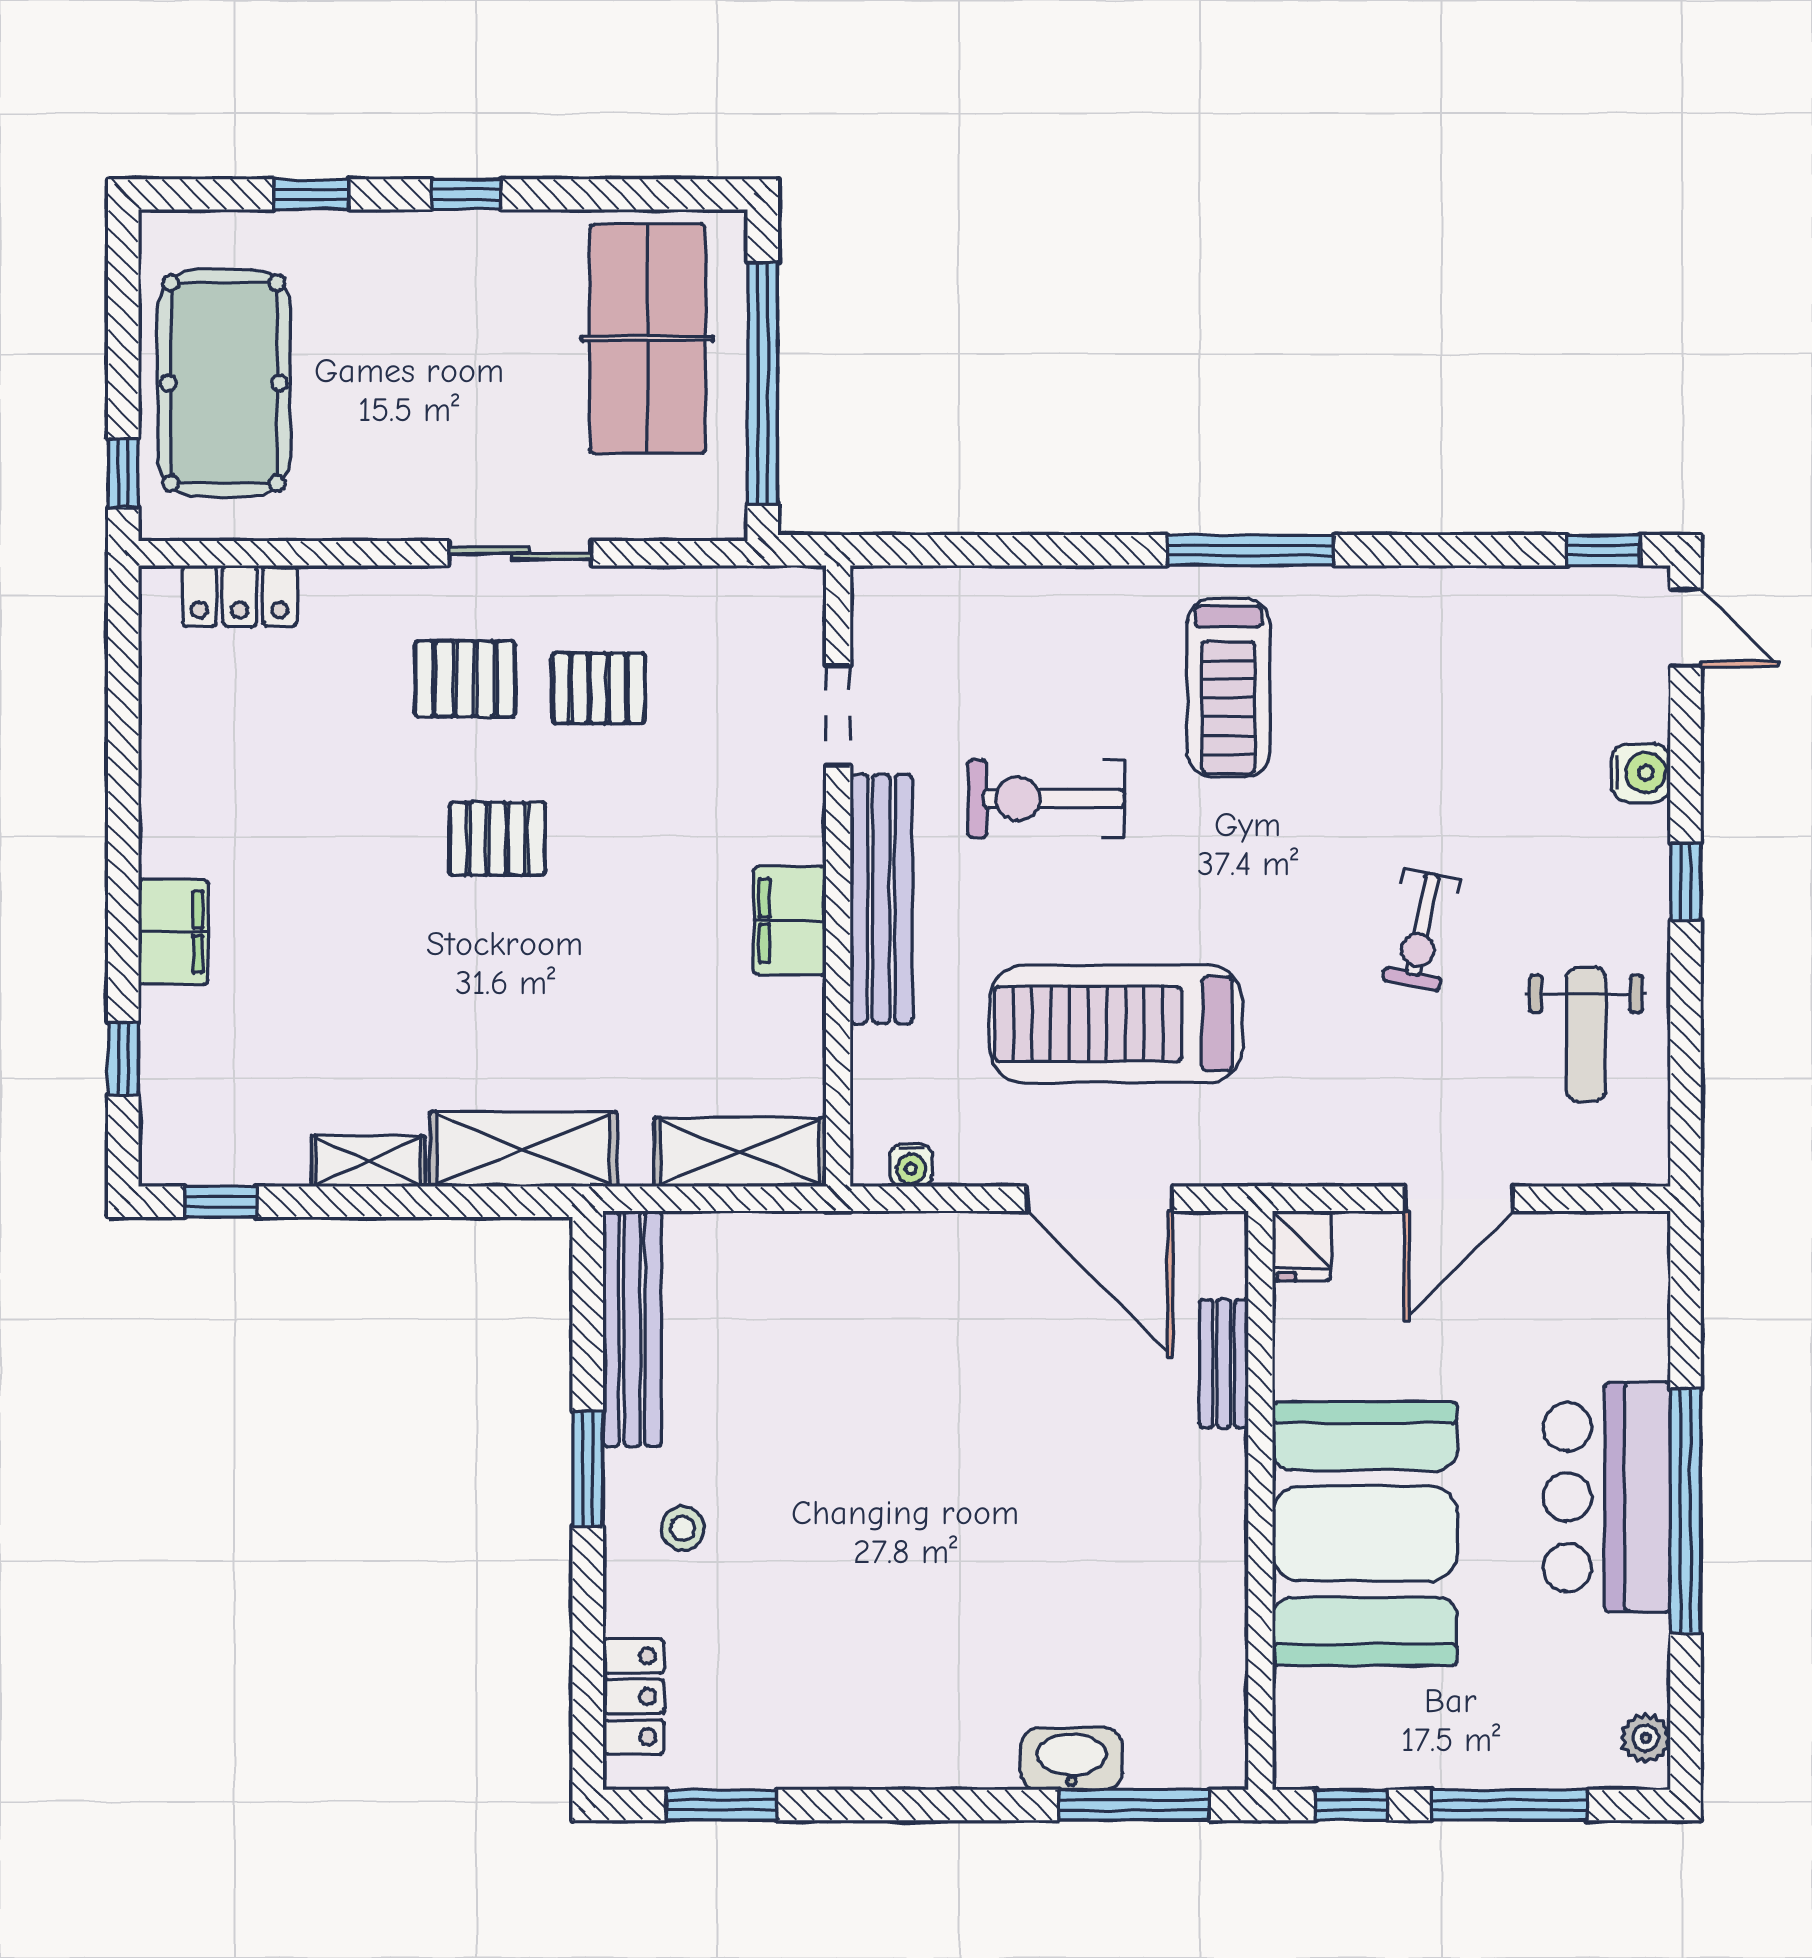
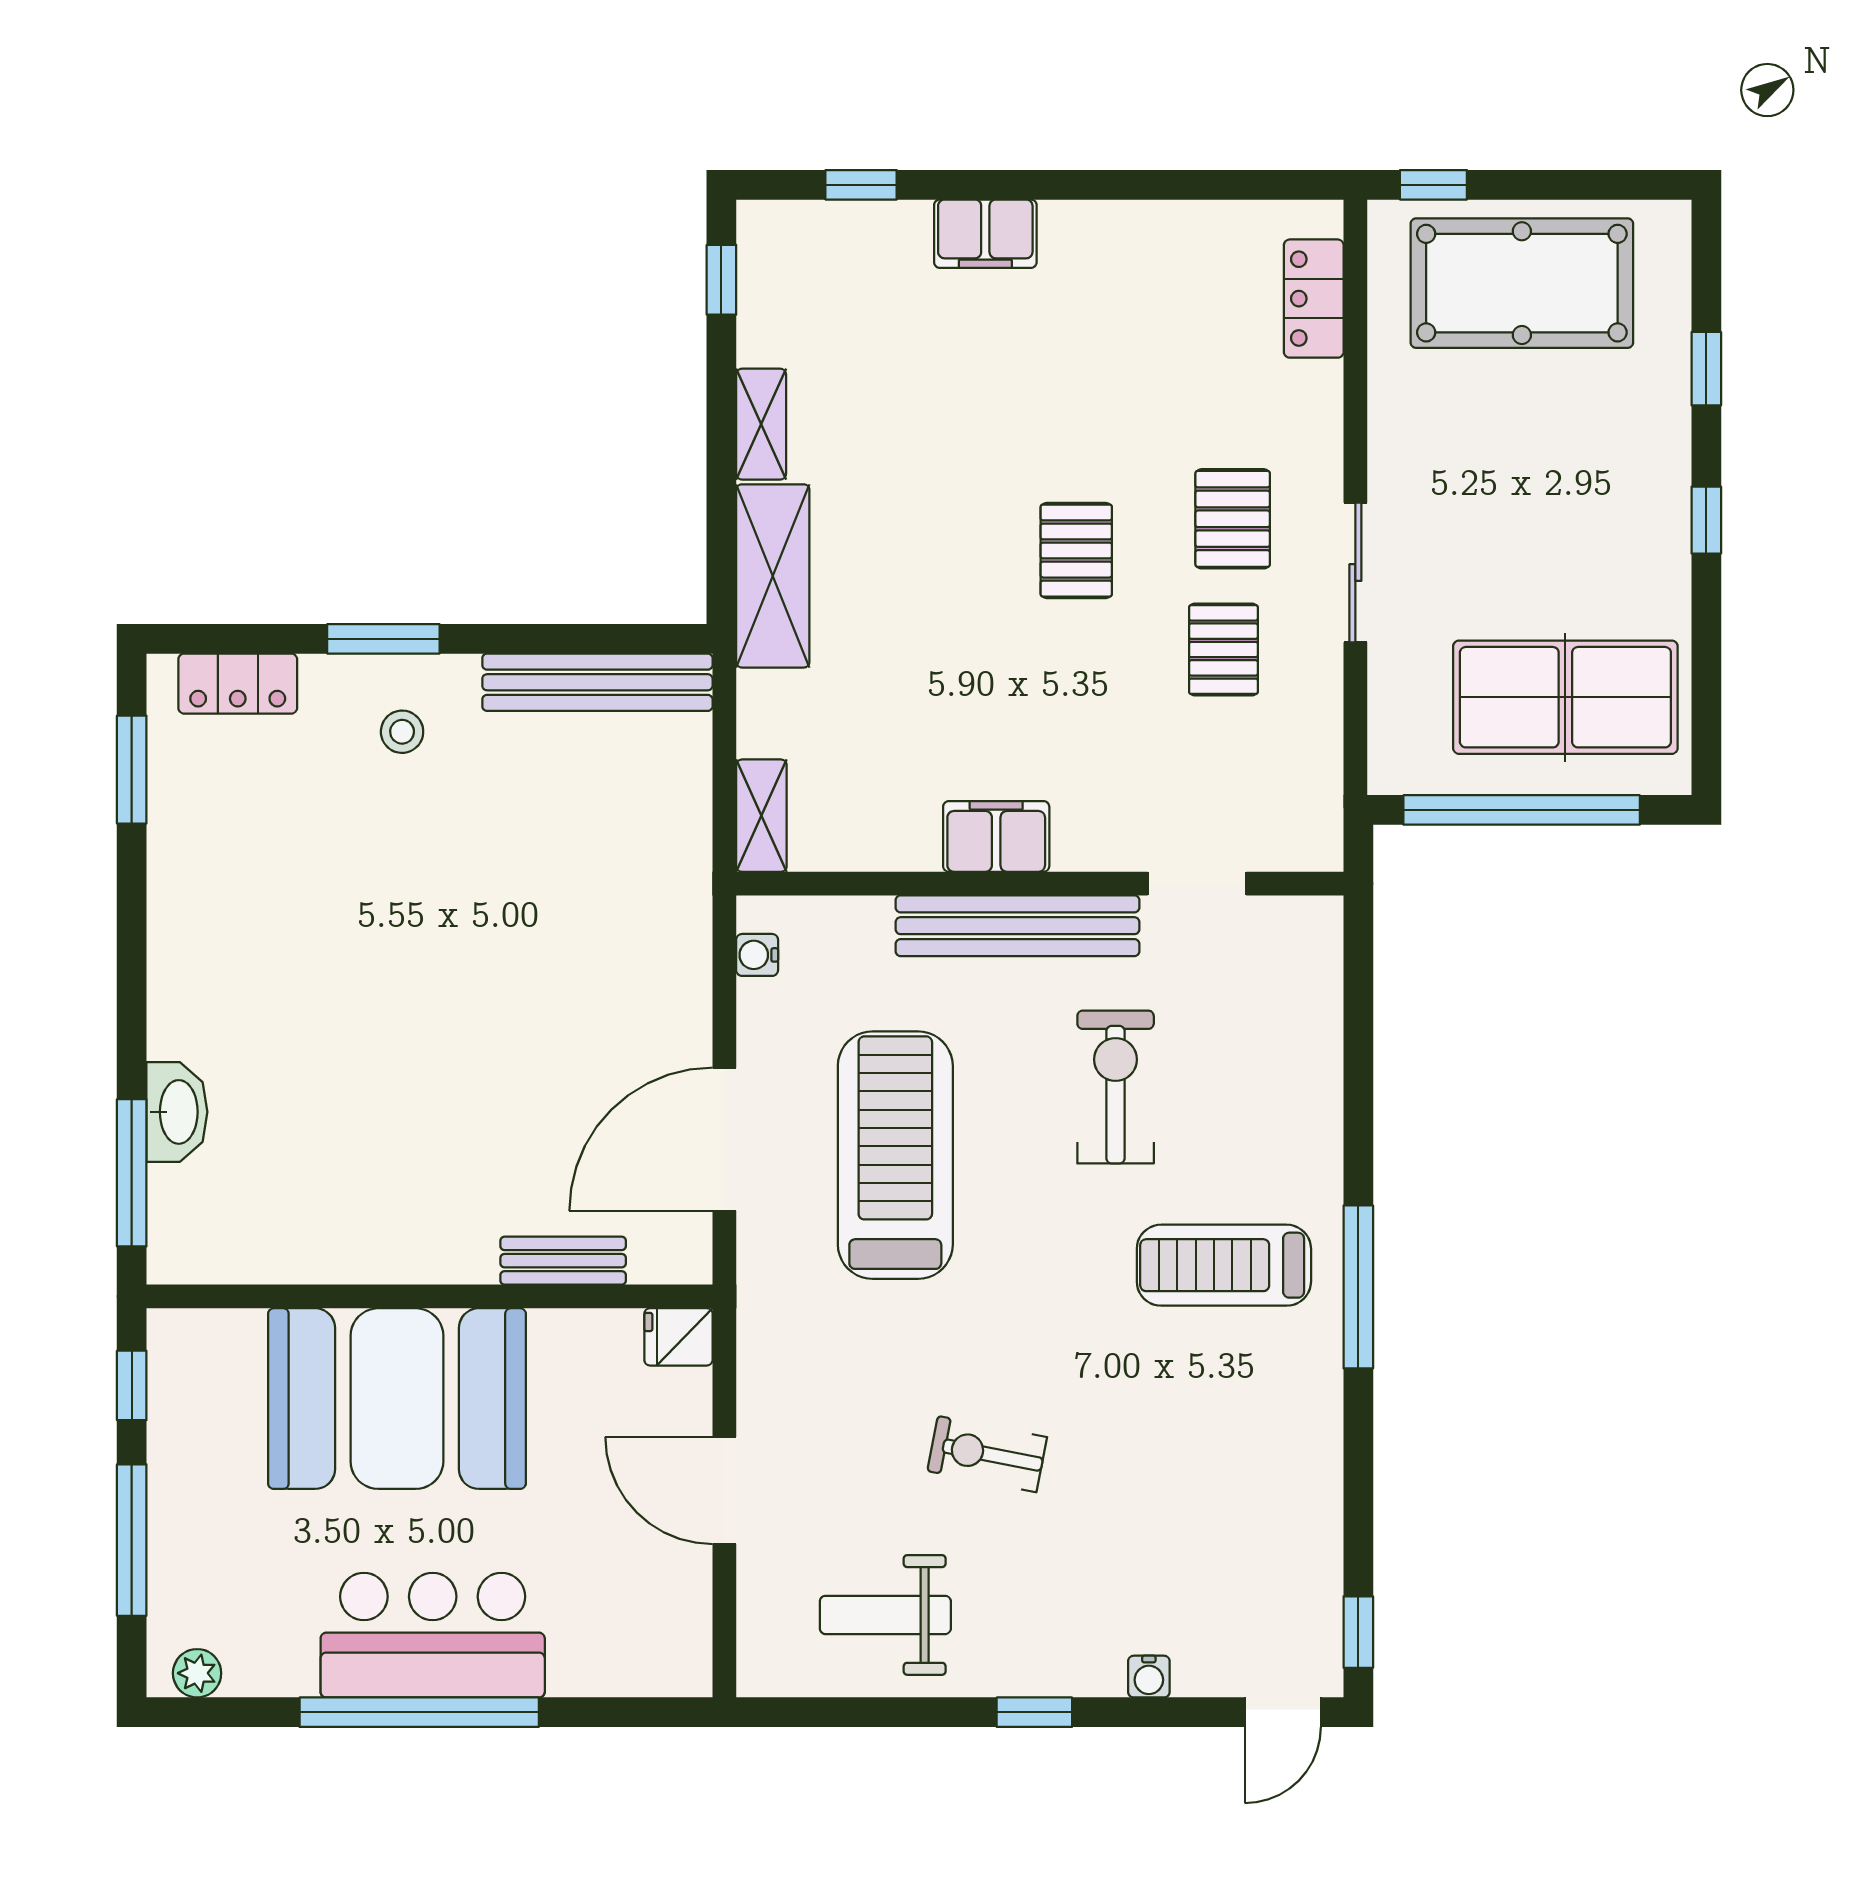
water cooler: (1641, 773) -> (1149, 1677), width x0.72, depth x0.72
shelving: (740, 1152) -> (761, 816), width x0.67, depth x0.75
window: (588, 1469) -> (383, 639), moved

